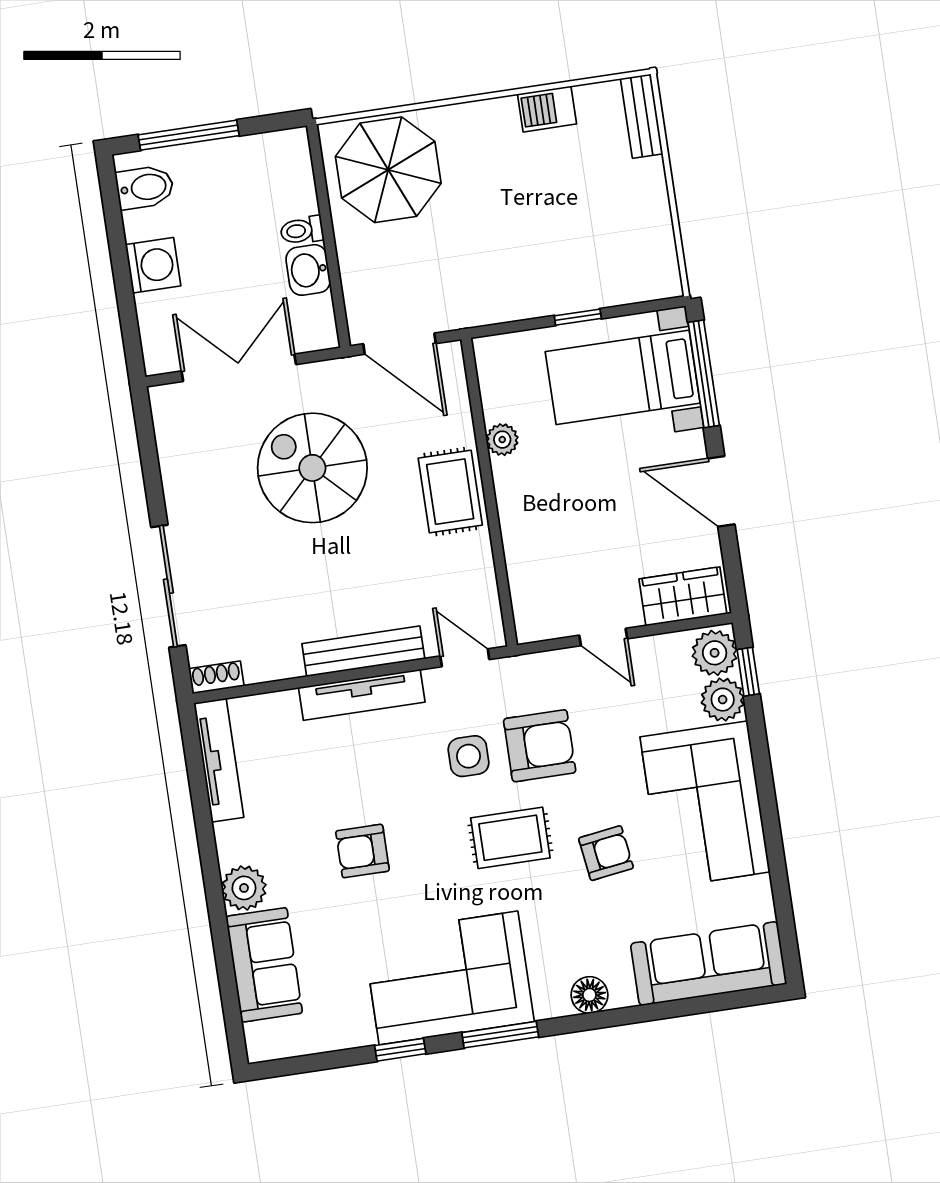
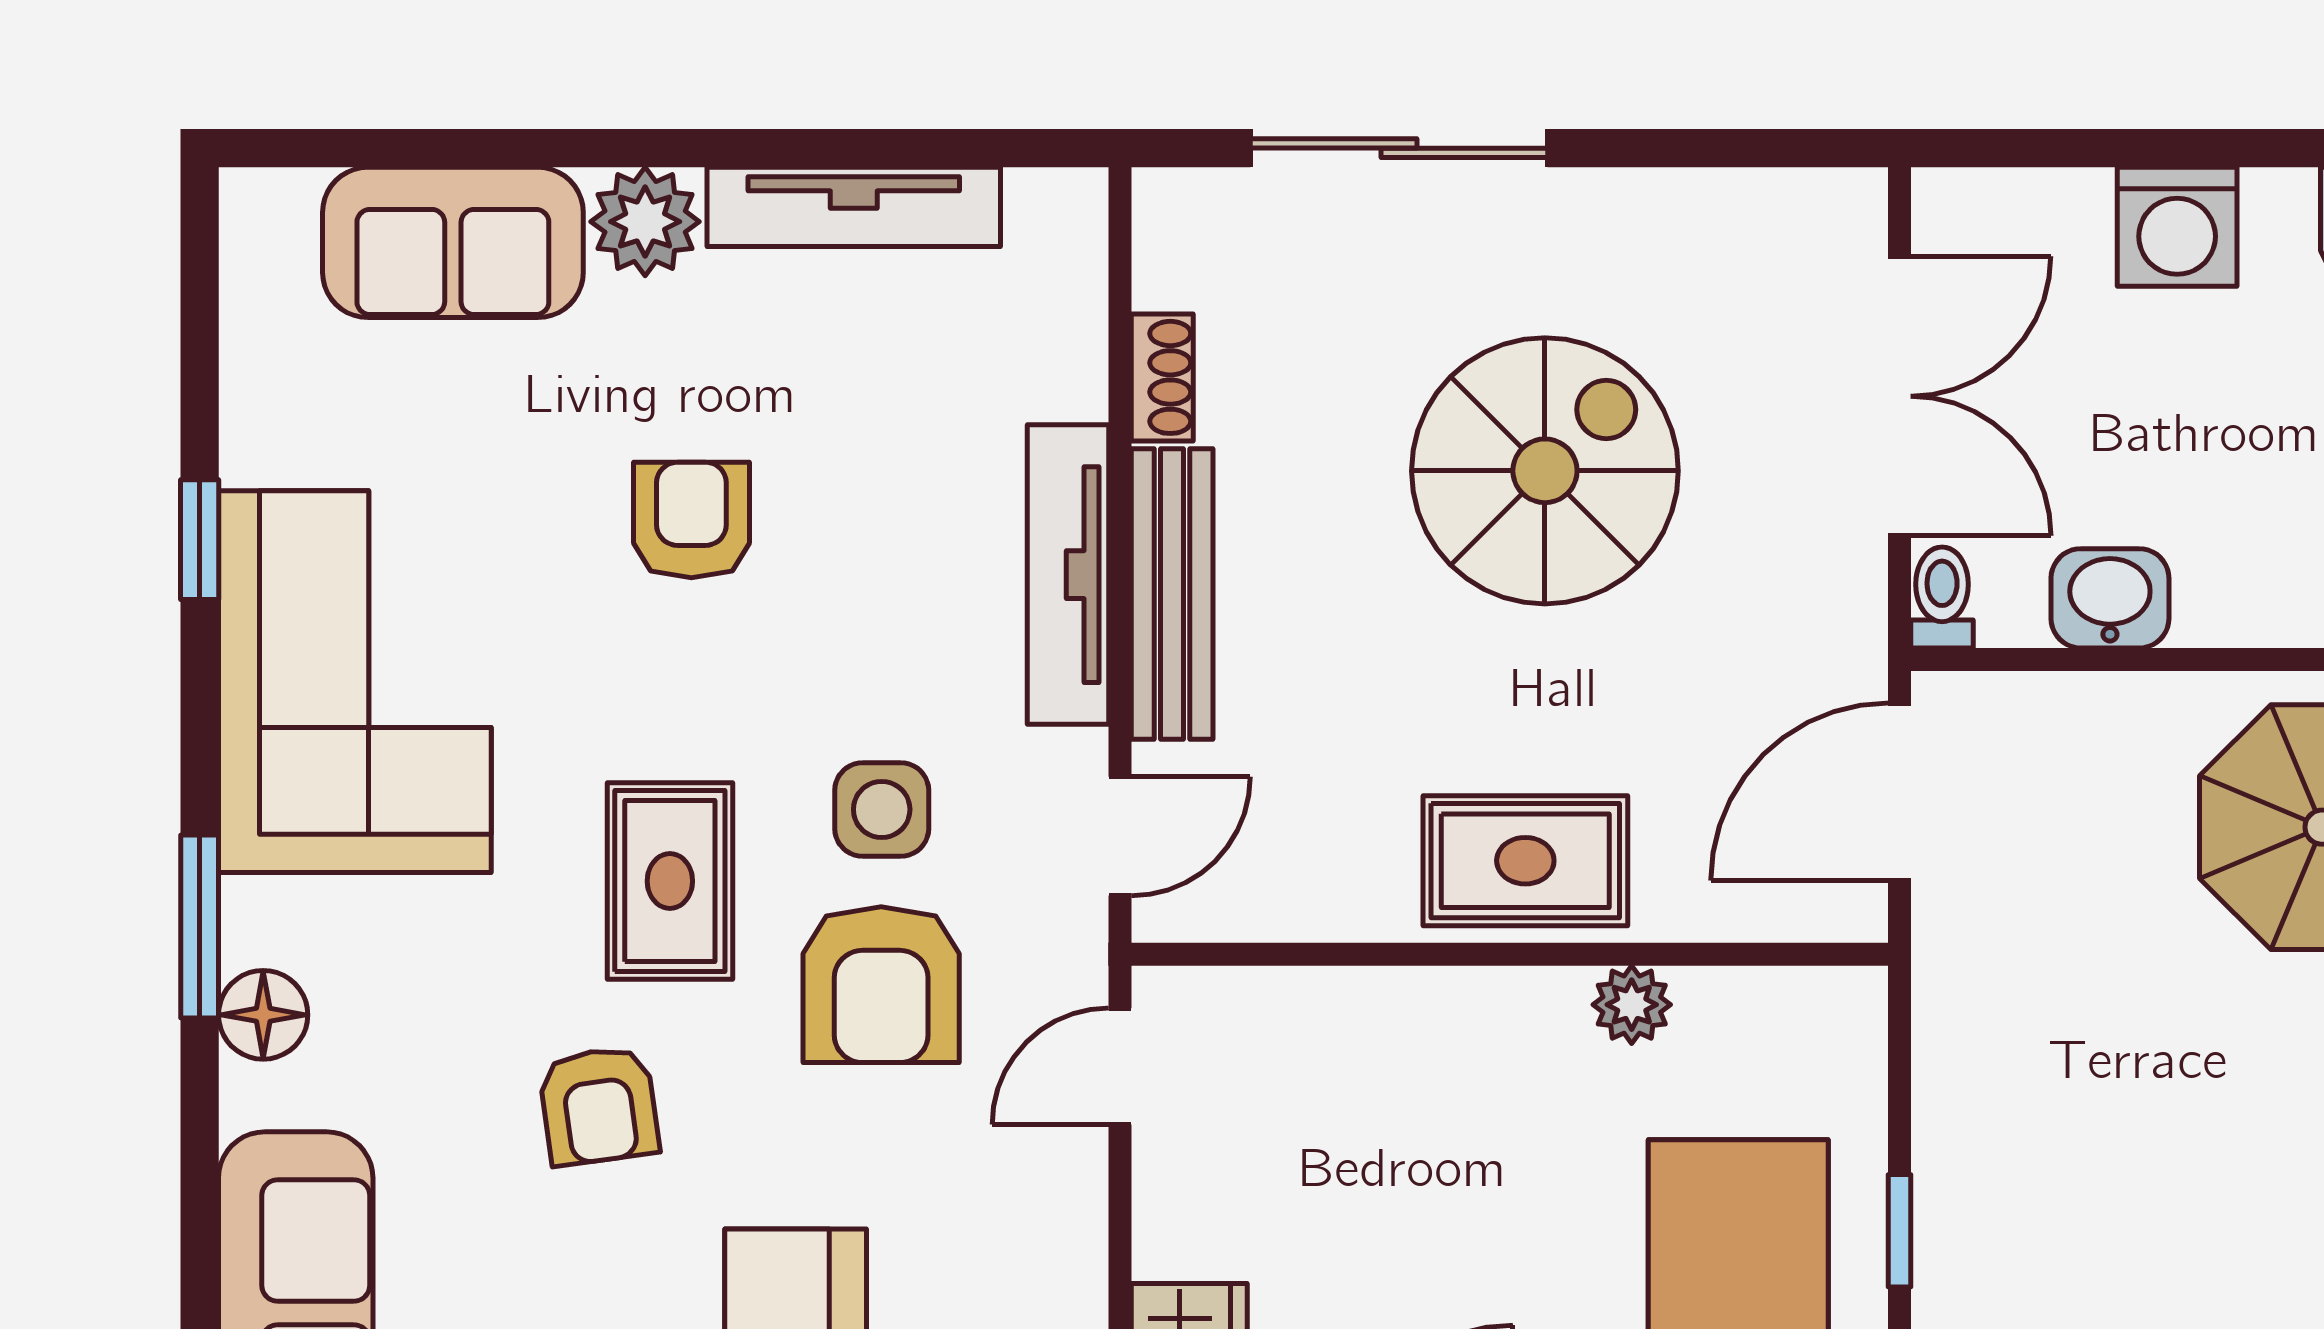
toilet: (302, 230) -> (1942, 597), moved
spiral stairs: (312, 468) -> (1545, 471), moved
door: (603, 637) -> (1120, 1066), moved
shoe rack: (216, 677) -> (1162, 377), moved
tv unit: (219, 760) -> (854, 207), moved
window: (500, 1035) -> (200, 926), moved

